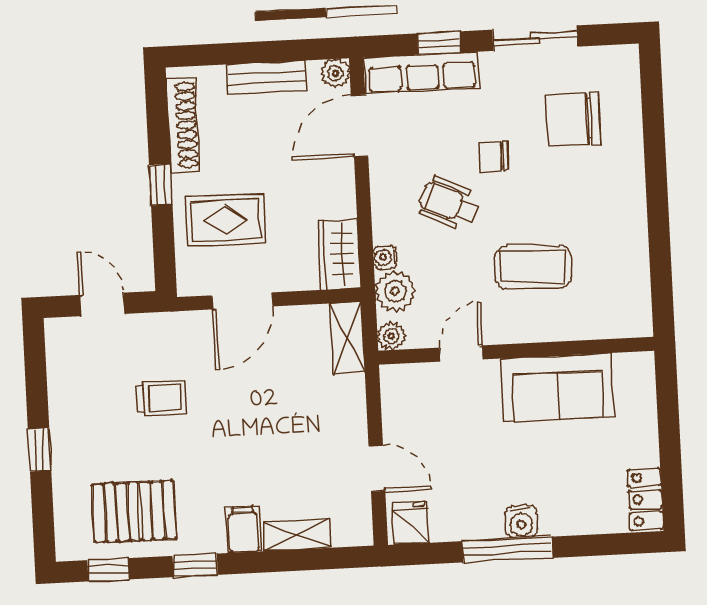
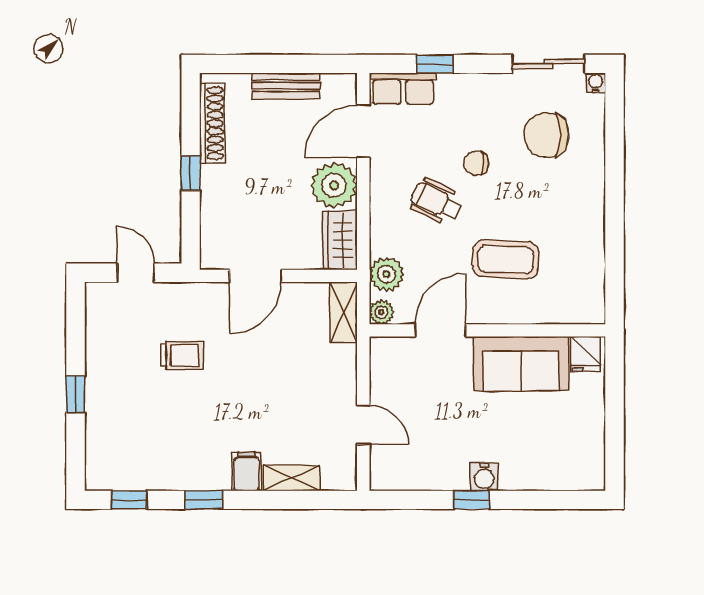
sliding door: (535, 38) -> (548, 64), moved
plant: (335, 73) -> (334, 185), moved, width x1.88, depth x1.88
row of seats: (422, 73) -> (403, 89), width x0.68
rug: (225, 220) -> (244, 206), removed
water cooler: (385, 257) -> (596, 83), moved, turned 90
door: (461, 354) -> (440, 330), width x1.38
locker: (645, 499) -> (591, 463), removed
pallet: (134, 512) -> (154, 451), removed
fridge: (411, 523) -> (585, 354), moved, turned 180
window: (508, 549) -> (471, 500), width x0.46

